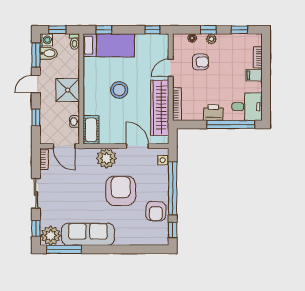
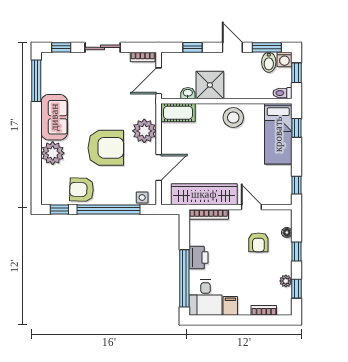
plant: (211, 39) -> (286, 281), moved
filing cabinet: (254, 75) -> (230, 306), moved
shower: (68, 90) -> (210, 85), moved
stool: (119, 90) -> (233, 118), moved
sofa: (88, 234) -> (54, 117), width x0.73
plant: (51, 236) -> (53, 153), moved

